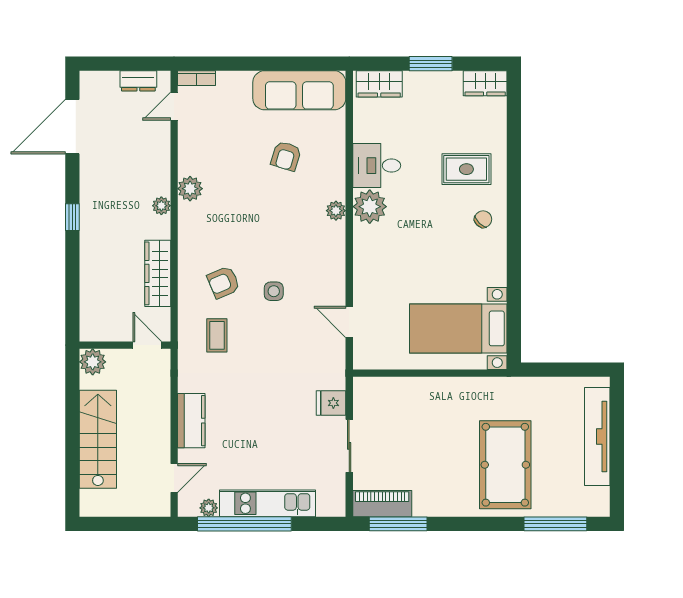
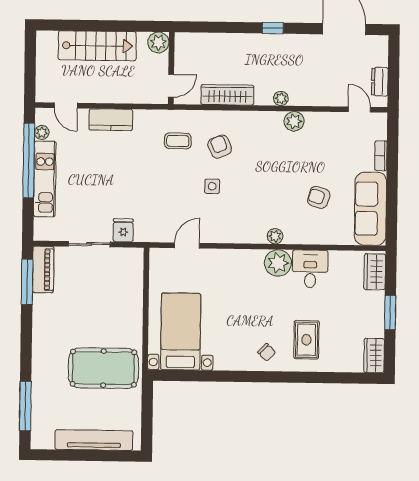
bookcase: (196, 78) -> (381, 156), moved
pool table: (505, 465) -> (103, 368), moved

